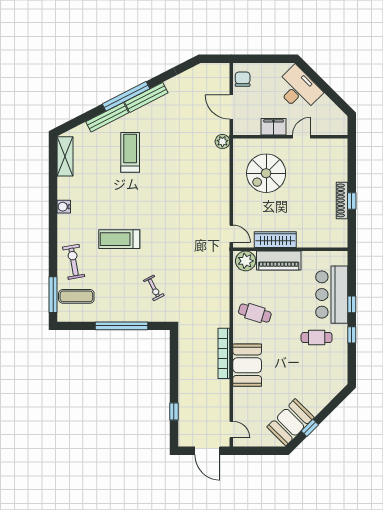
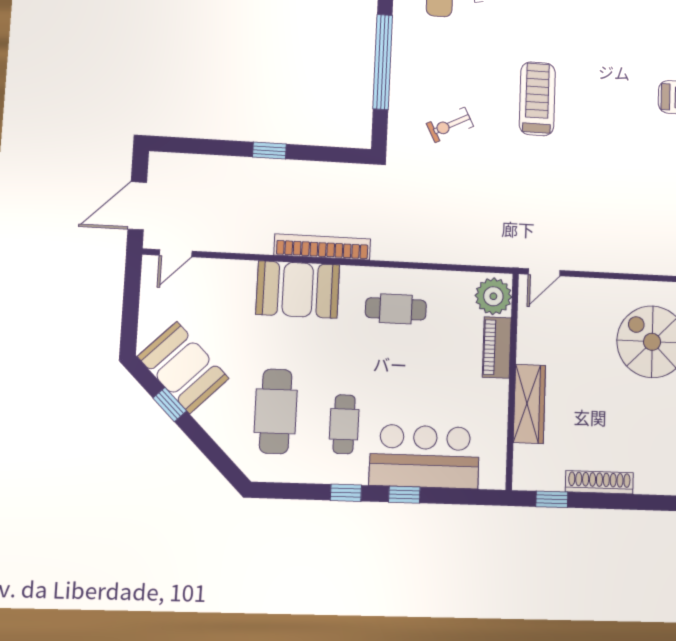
window: (352, 201) -> (552, 499), moved
treadmill: (119, 239) -> (537, 99), moved
wardrobe: (275, 240) -> (529, 404), moved
piano: (279, 261) -> (497, 347), width x0.73, depth x0.75
cafe table: (255, 313) -> (396, 309), turned 73
cafe table: (311, 373) -> (276, 411), added
window: (174, 412) -> (269, 151), moved

